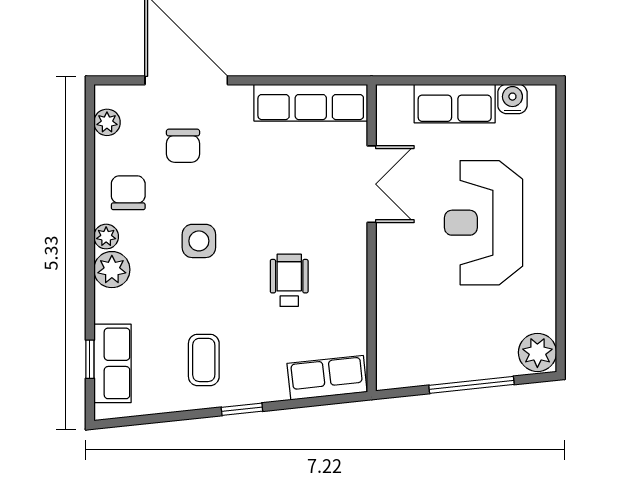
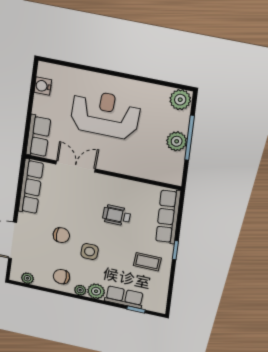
row of seats: (455, 104) -> (38, 136), moved
chair: (183, 146) -> (61, 235), moved
reception desk: (484, 223) -> (105, 114), turned 180
row of seats: (112, 363) -> (124, 297), moved
plant: (460, 363) -> (177, 141), added
row of seats: (327, 378) -> (168, 217), width x1.48

